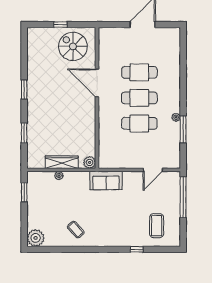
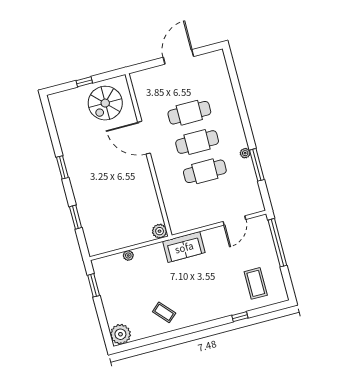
spiral stairs: (73, 46) -> (105, 103), turned -90
wardrobe: (62, 162) -> (127, 239), removed

